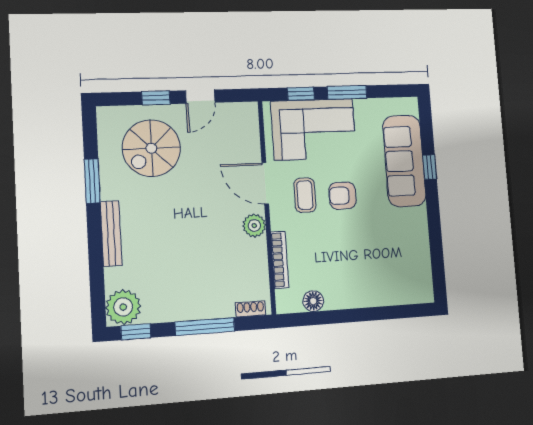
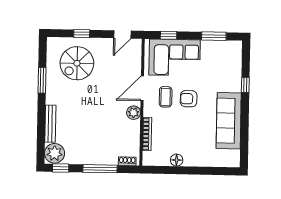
window: (347, 92) -> (214, 36), moved
door: (200, 97) -> (122, 34), moved
sofa: (404, 161) -> (229, 121), moved
door: (265, 183) -> (142, 88), hinge flipped
bench: (111, 233) -> (50, 124), moved
floor lamp: (313, 301) -> (177, 160), moved

